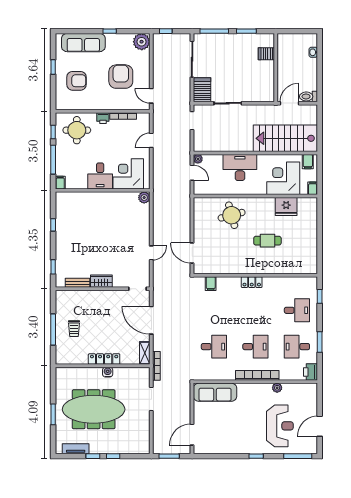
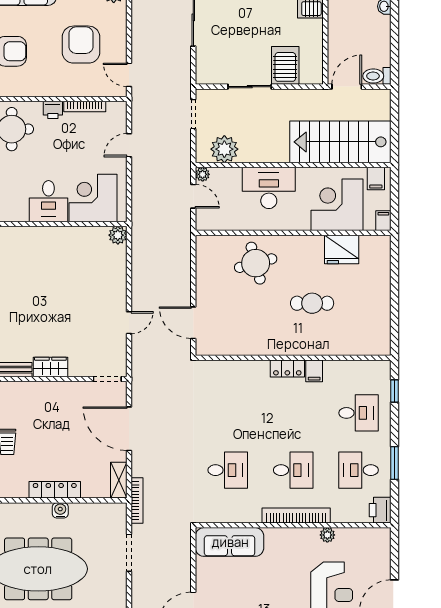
server rack: (202, 90) -> (285, 65), moved
plant: (212, 143) -> (224, 149), added
filing cabinet: (211, 284) -> (314, 371), moved

